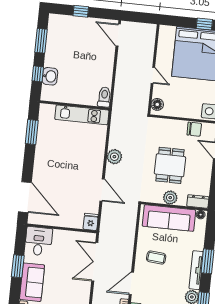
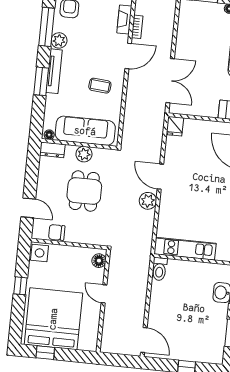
door: (102, 190) -> (160, 177), moved

